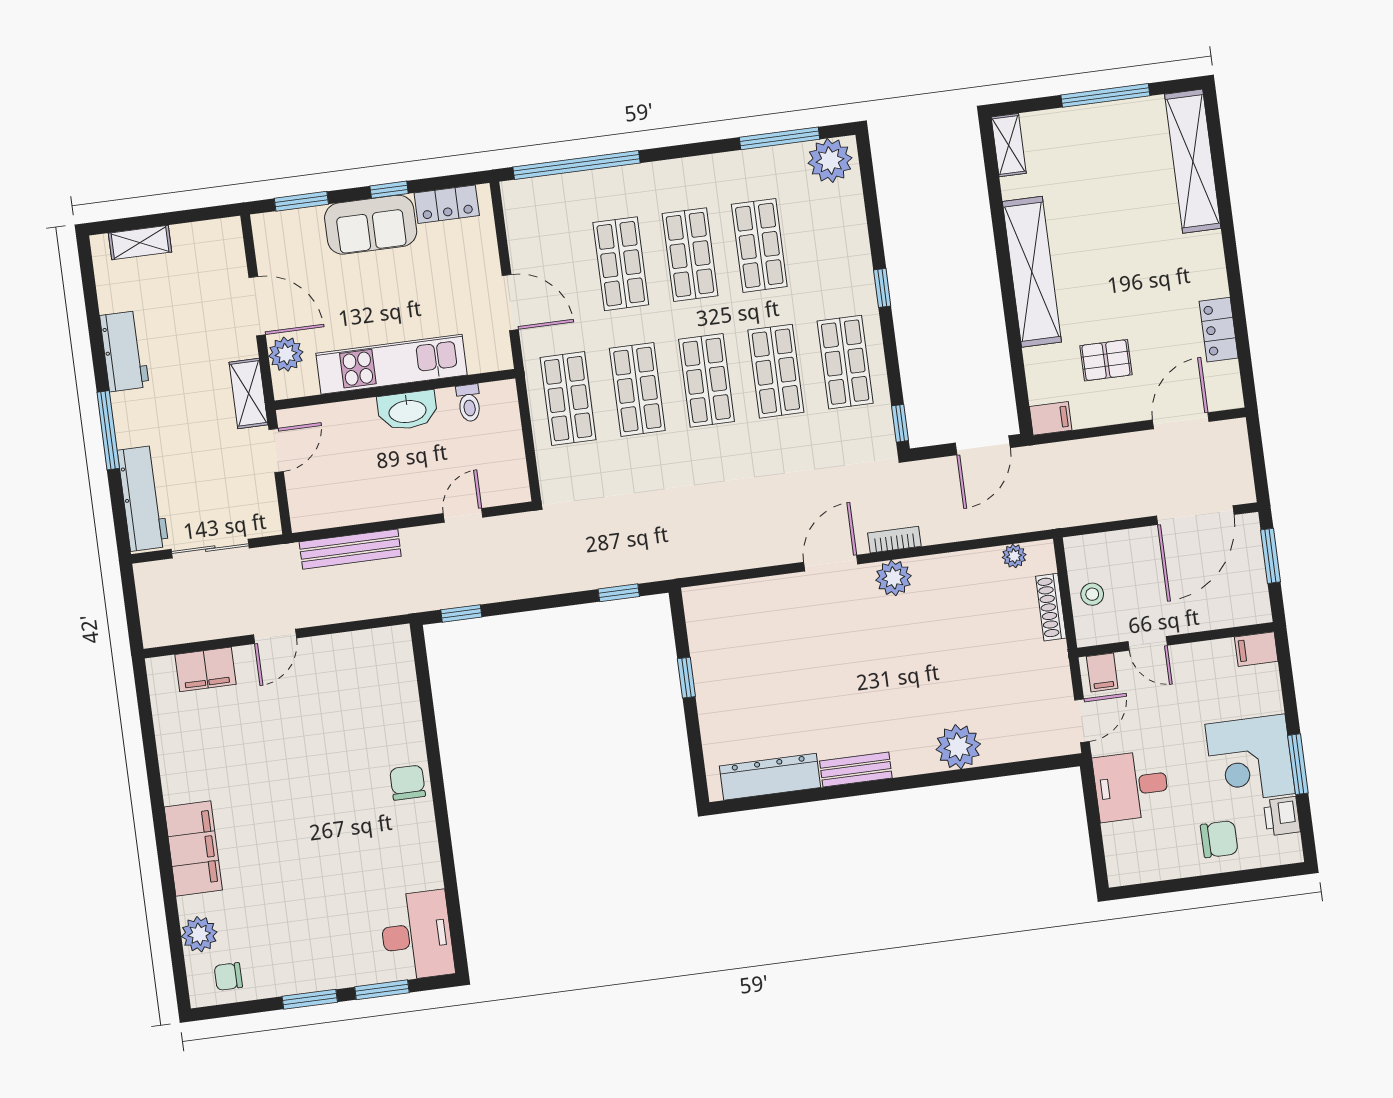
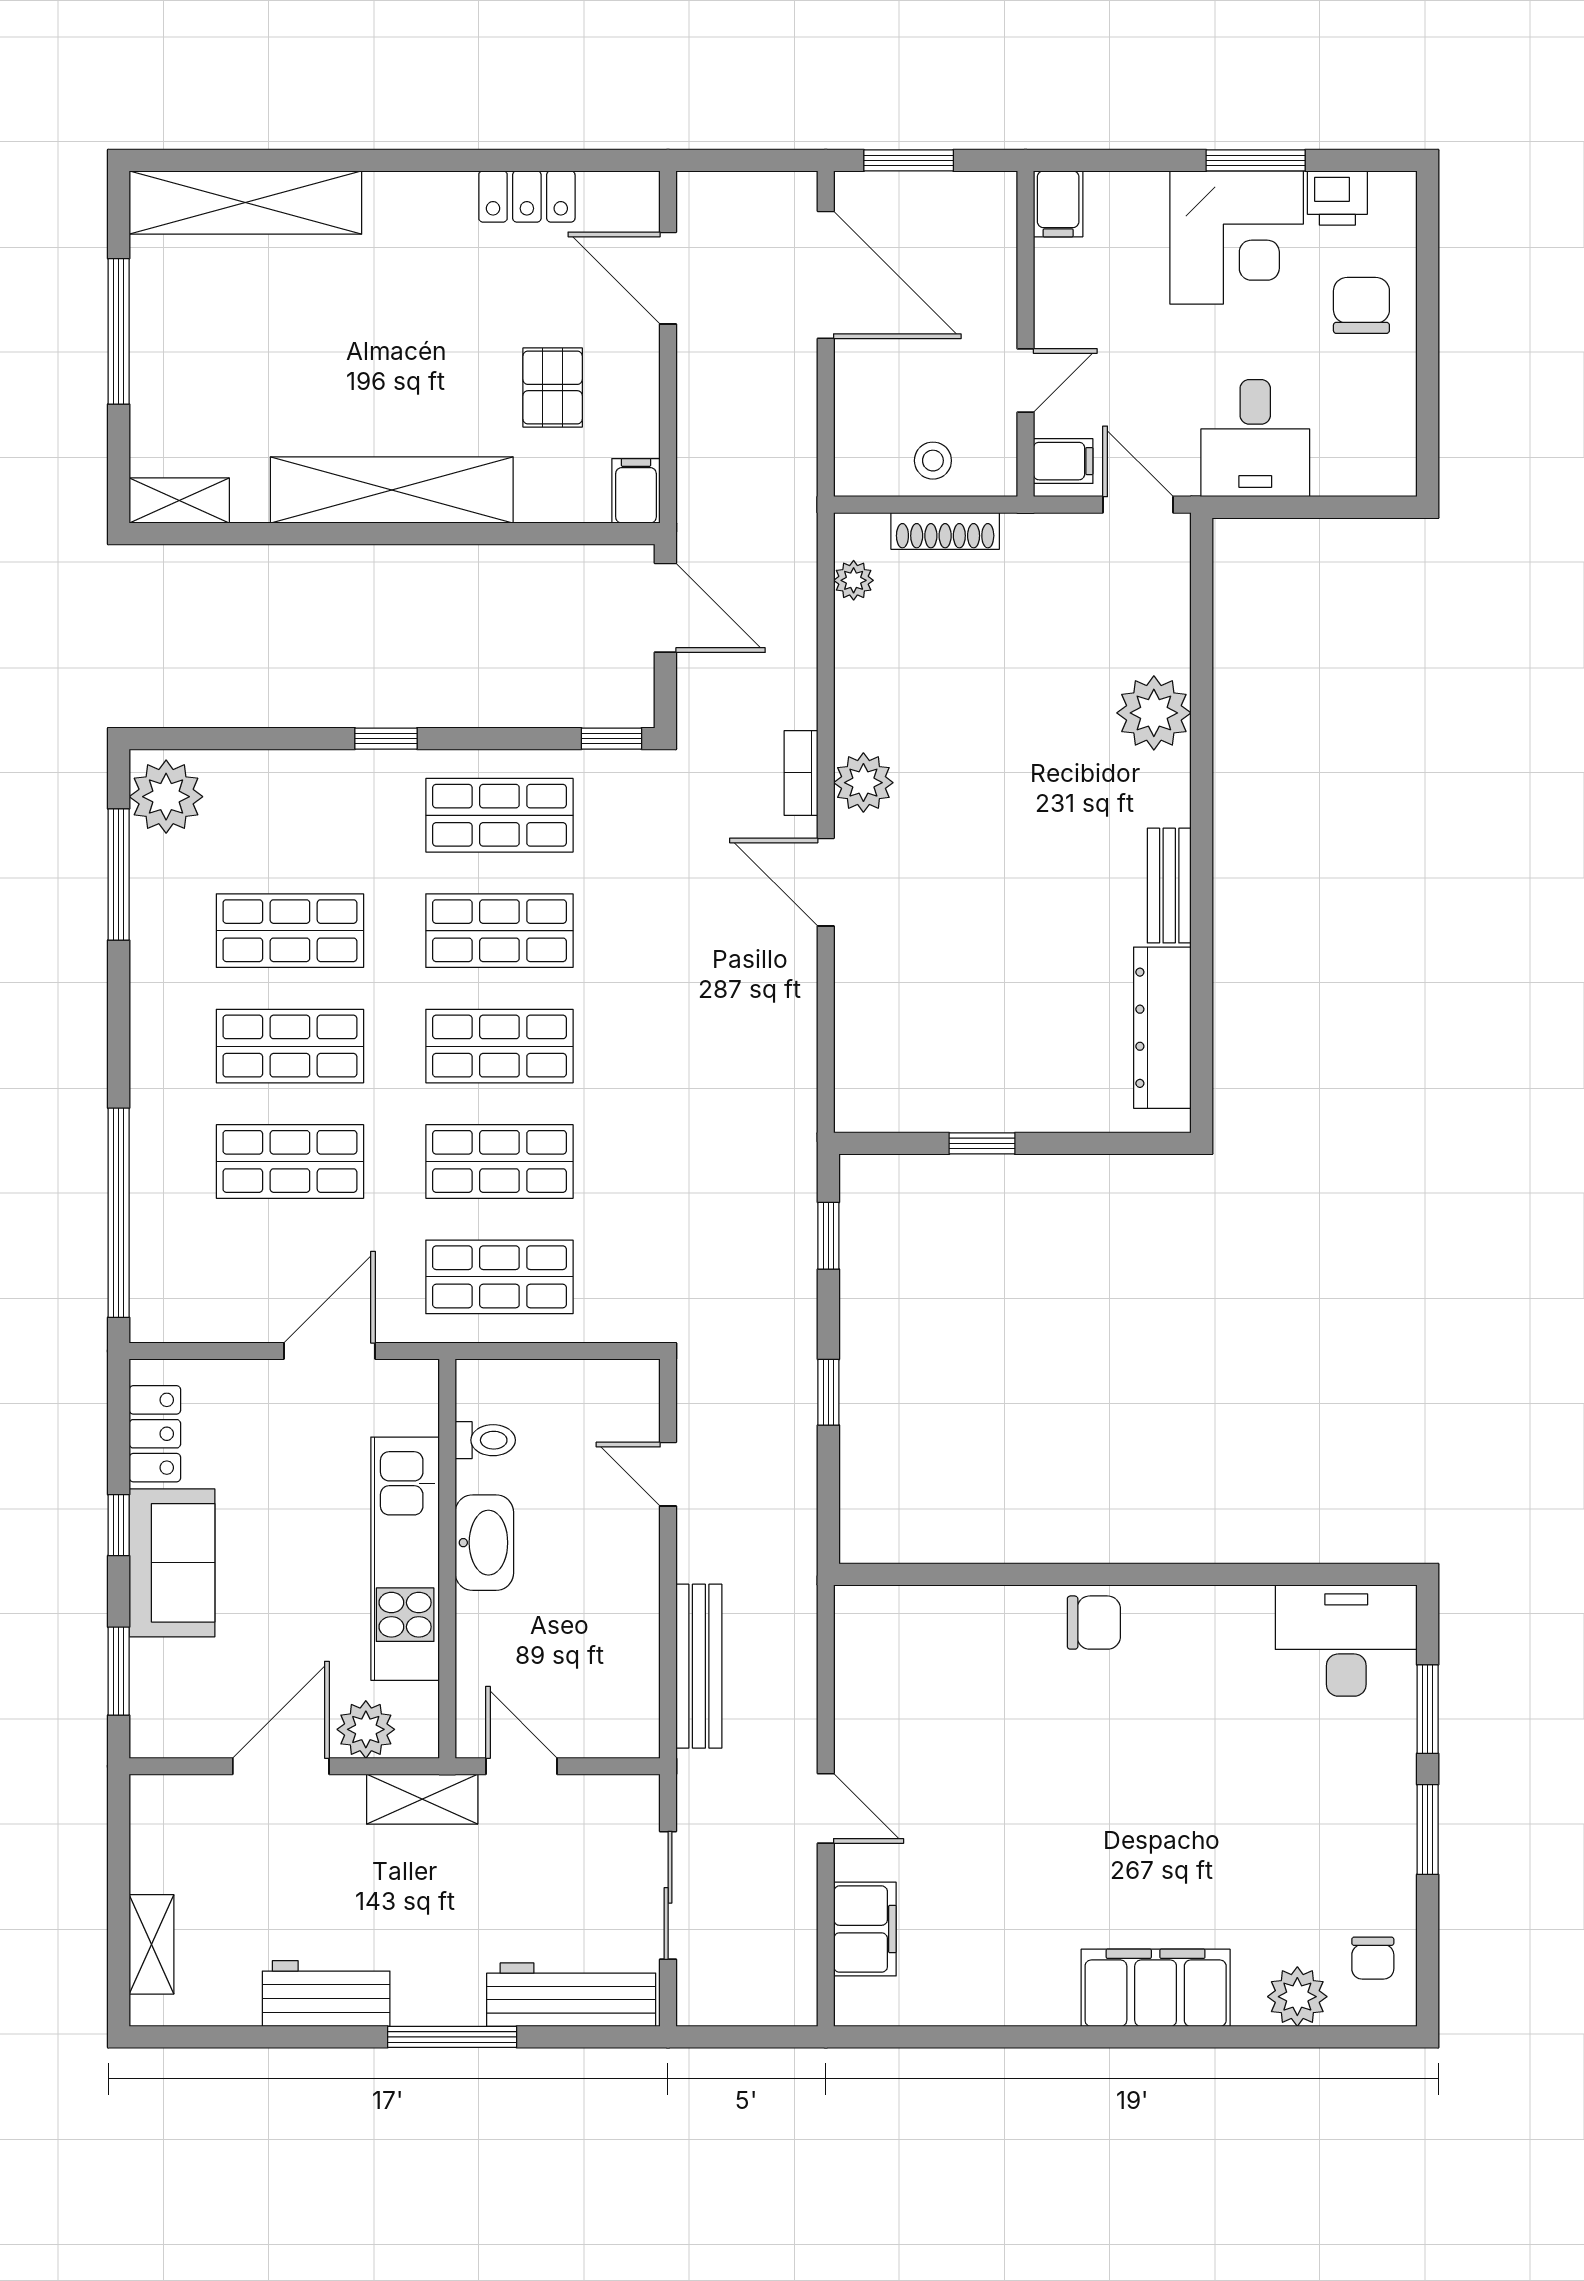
window: (461, 613) -> (828, 1392), moved
chair: (408, 783) -> (1094, 1623), turned 180

